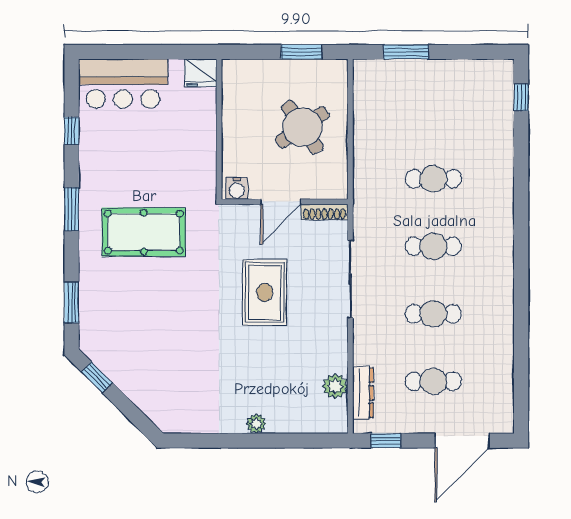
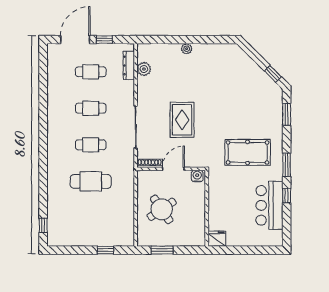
window: (406, 52) -> (106, 250), width x0.67
bar counter: (123, 84) -> (269, 205), moved, turned -90
window: (72, 131) -> (287, 196), moved
cafe table: (433, 179) -> (91, 181), width x1.37, depth x1.35
window: (386, 441) -> (104, 40), moved

